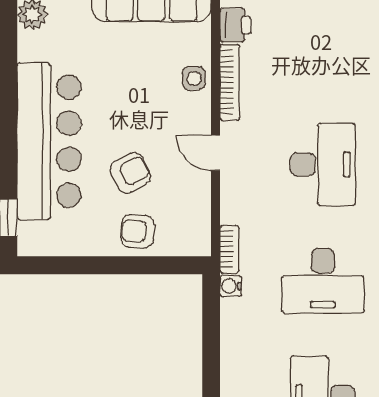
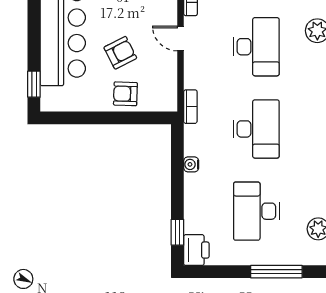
desk: (323, 281) -> (256, 129), turned -90
water cooler: (231, 286) -> (191, 164), moved

